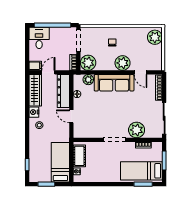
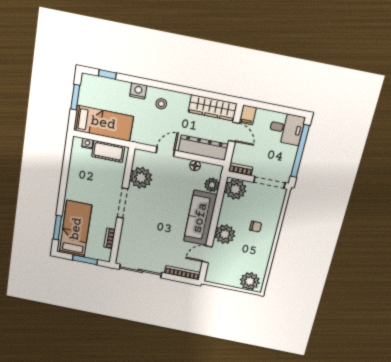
nightstand: (34, 112) -> (138, 91), moved
plant: (137, 130) -> (141, 178), moved

